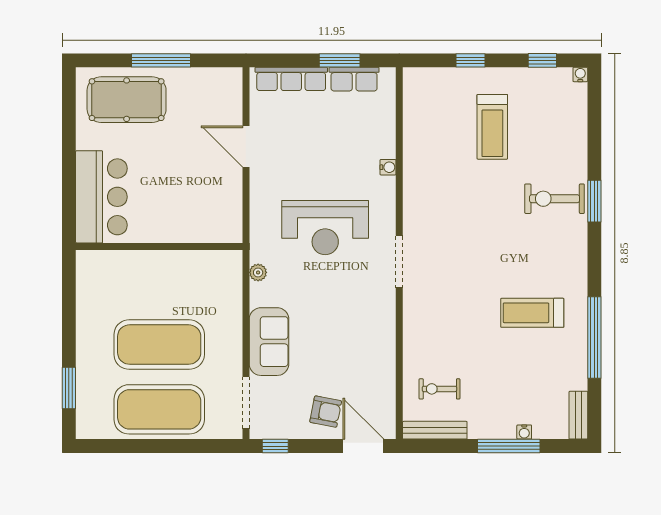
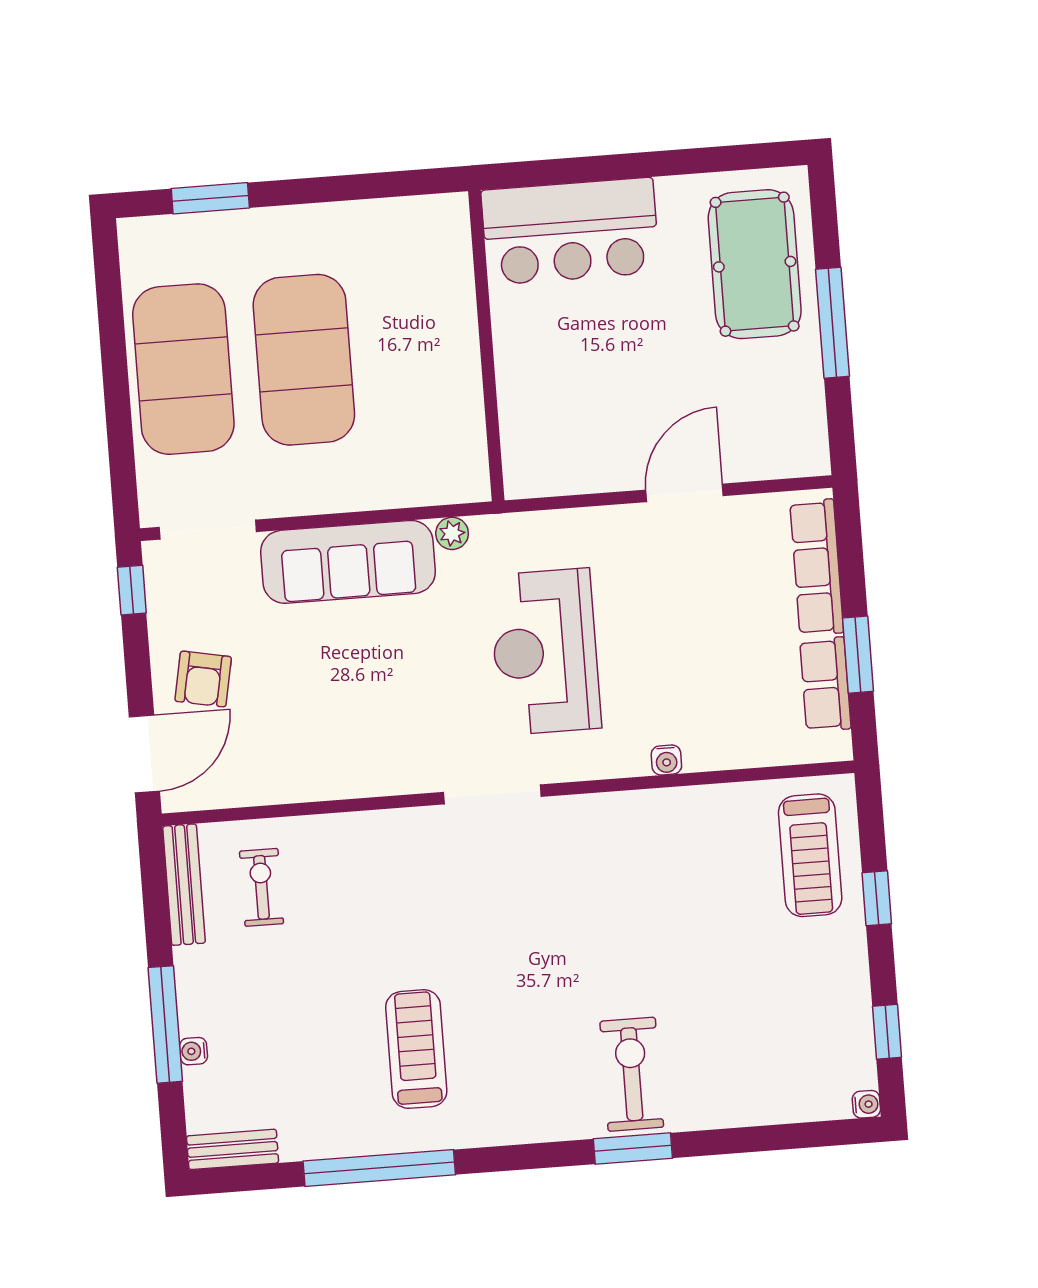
treadmill: (492, 127) -> (810, 855), moved, turned -90
sofa: (269, 342) -> (348, 562), width x1.36

